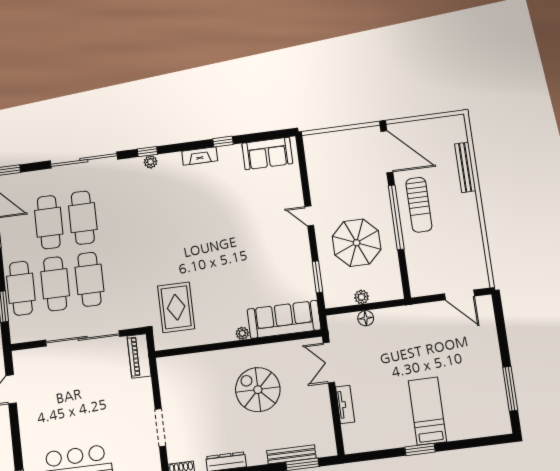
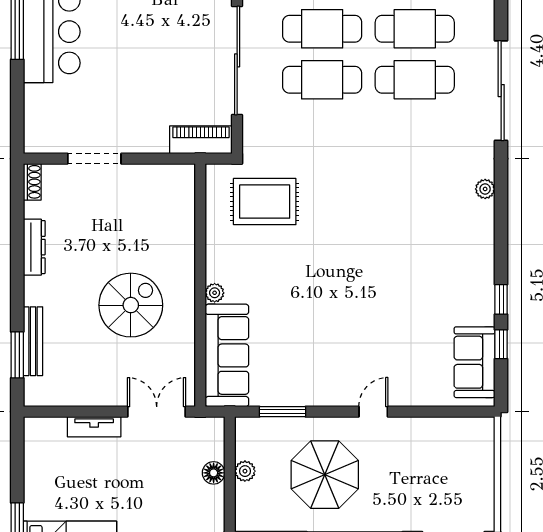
window: (147, 152) -> (501, 344), moved
fireplace: (200, 156) -> (484, 262), removed

